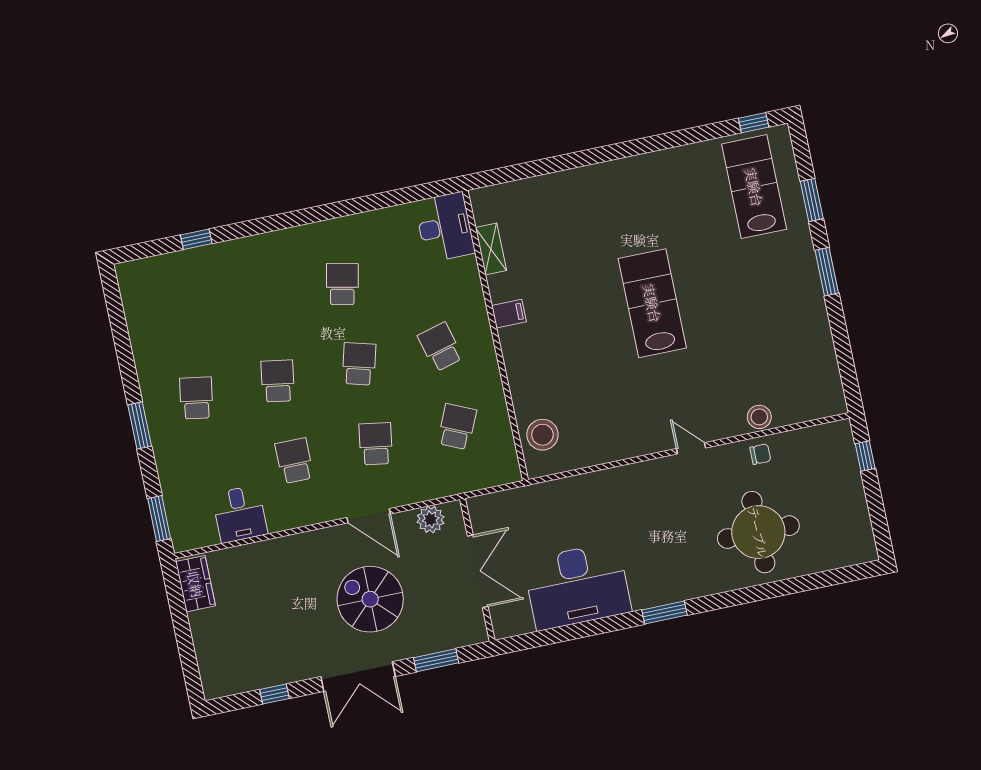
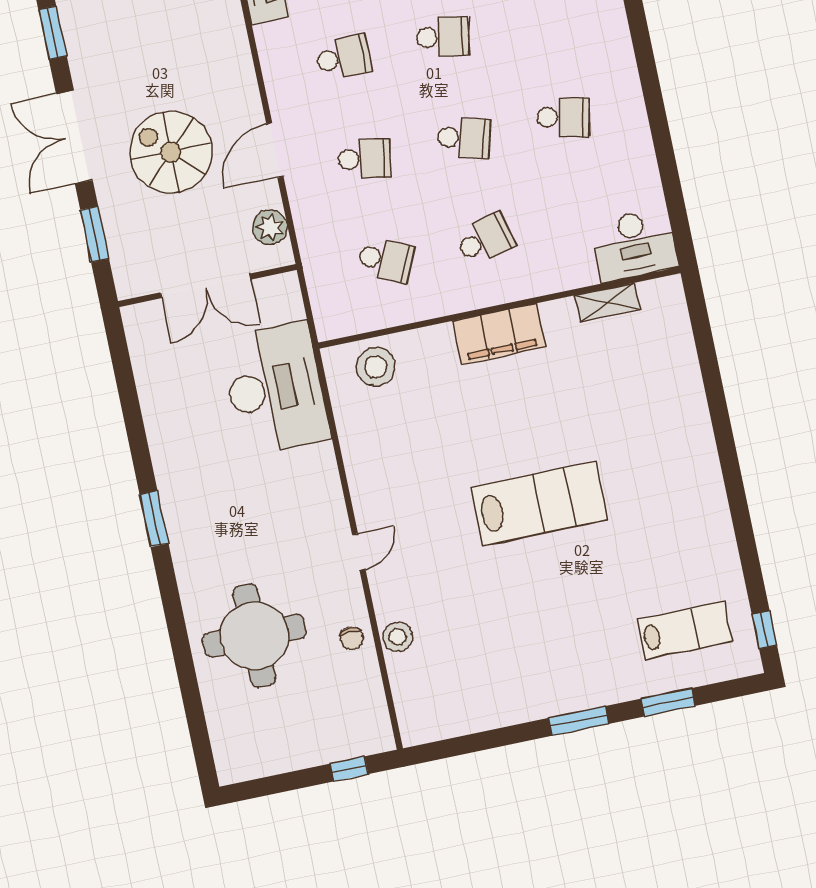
lab bench: (754, 187) -> (685, 630), width x0.73, depth x0.72
filing cabinet: (509, 314) -> (499, 334), width x3.00, depth x1.17
desk: (577, 586) -> (275, 388), moved, turned 180
spiral stairs: (370, 599) -> (171, 152), turned -90
window: (275, 694) -> (53, 33), width x1.50

